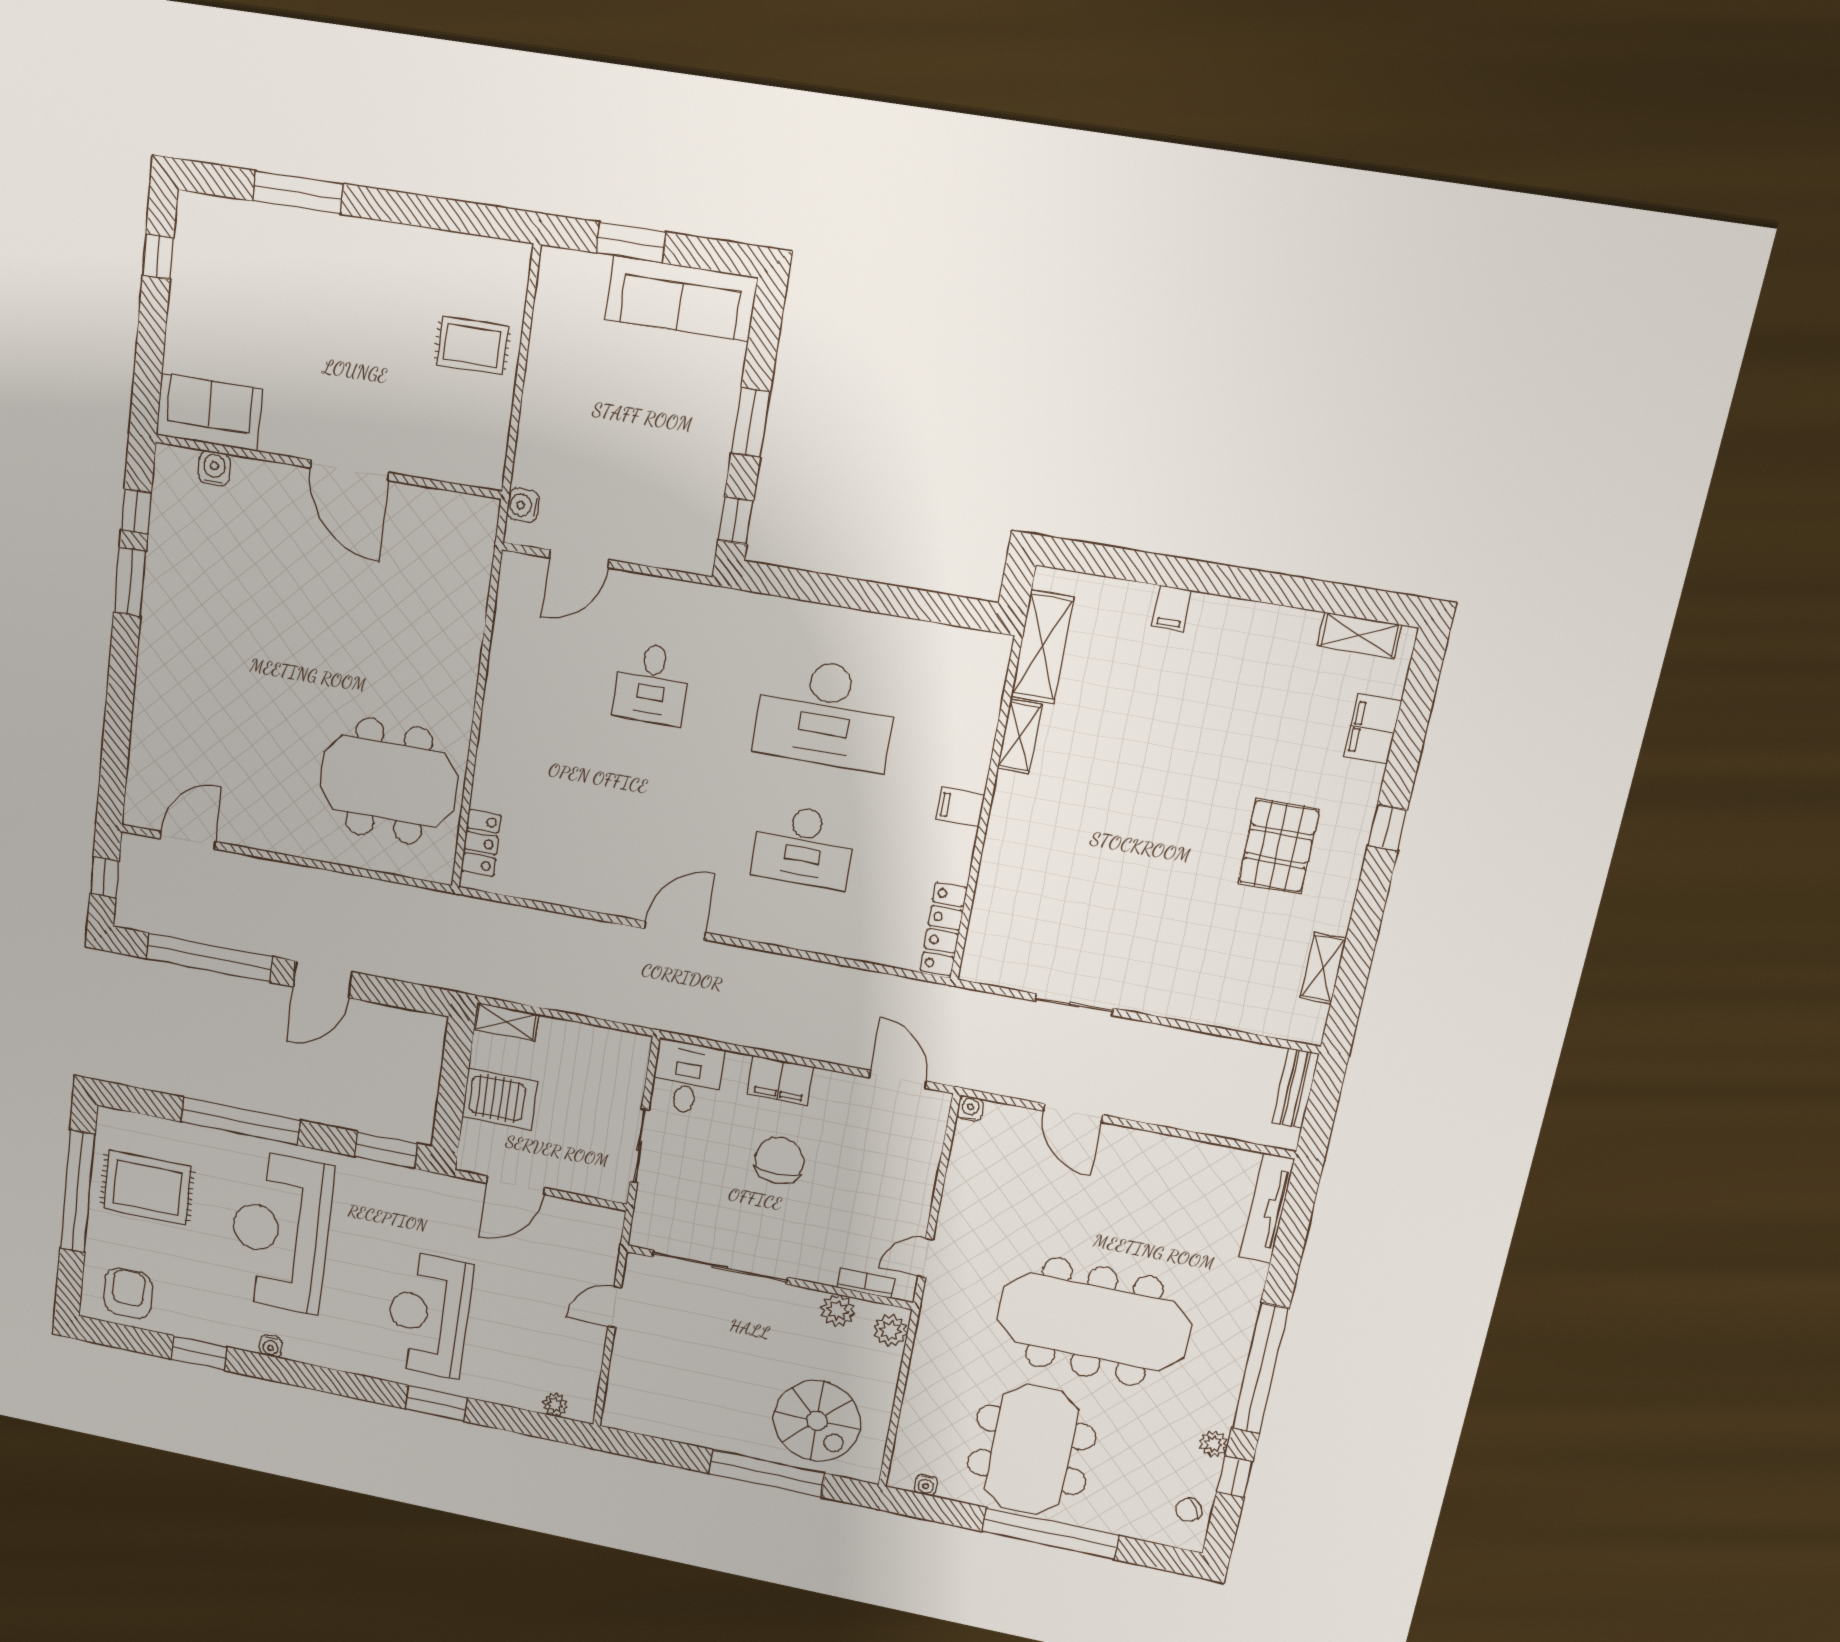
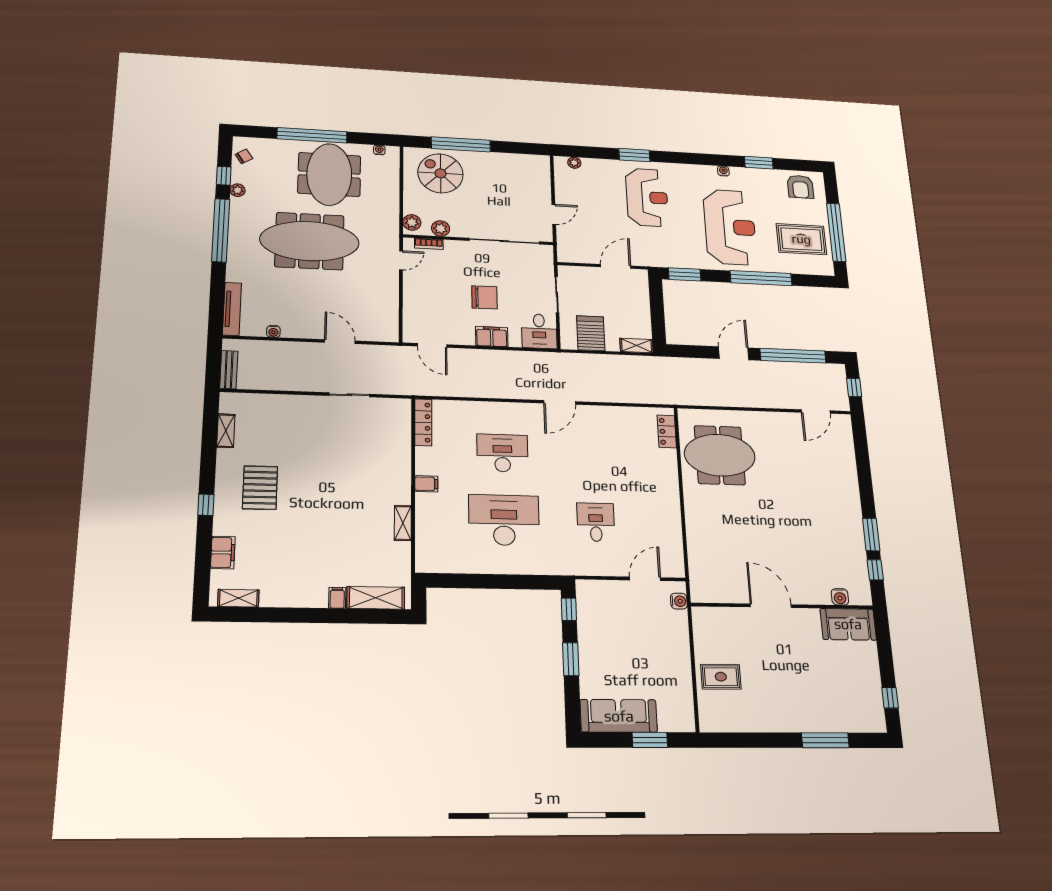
shelving: (1042, 647) -> (376, 598), moved, turned 90
server rack: (500, 1099) -> (591, 333), moved, turned 90
water cooler: (970, 1109) -> (273, 331), moved
chair: (779, 1160) -> (485, 297), turned -90

